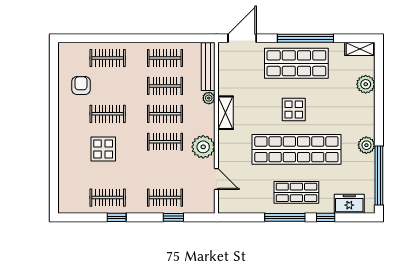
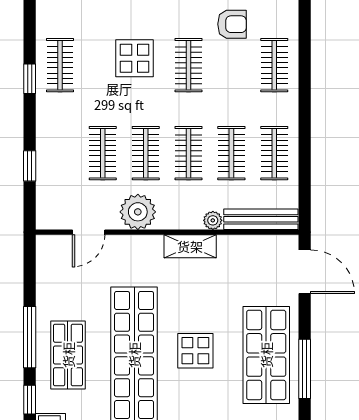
window: (305, 38) -> (305, 369), width x0.68
clothes rail: (165, 198) -> (103, 153), moved

